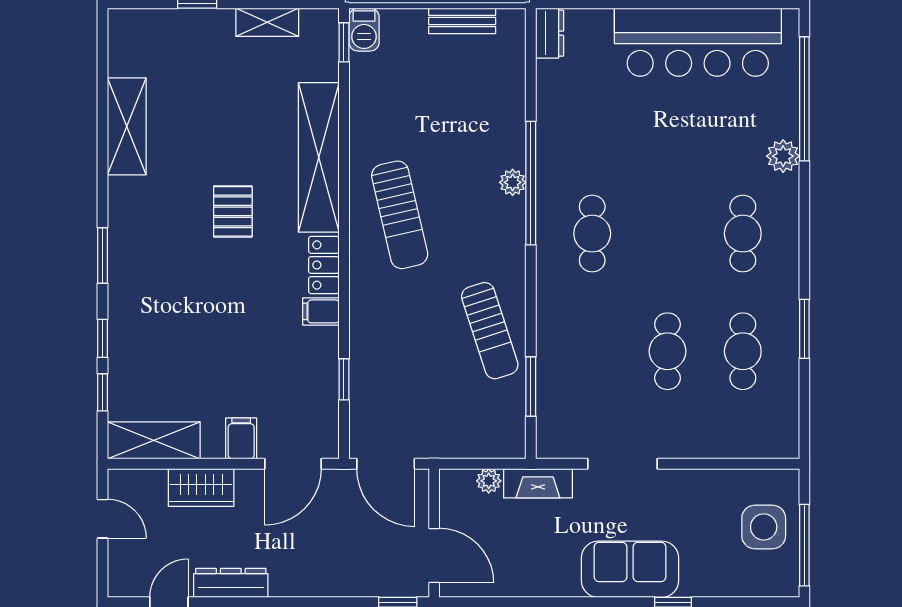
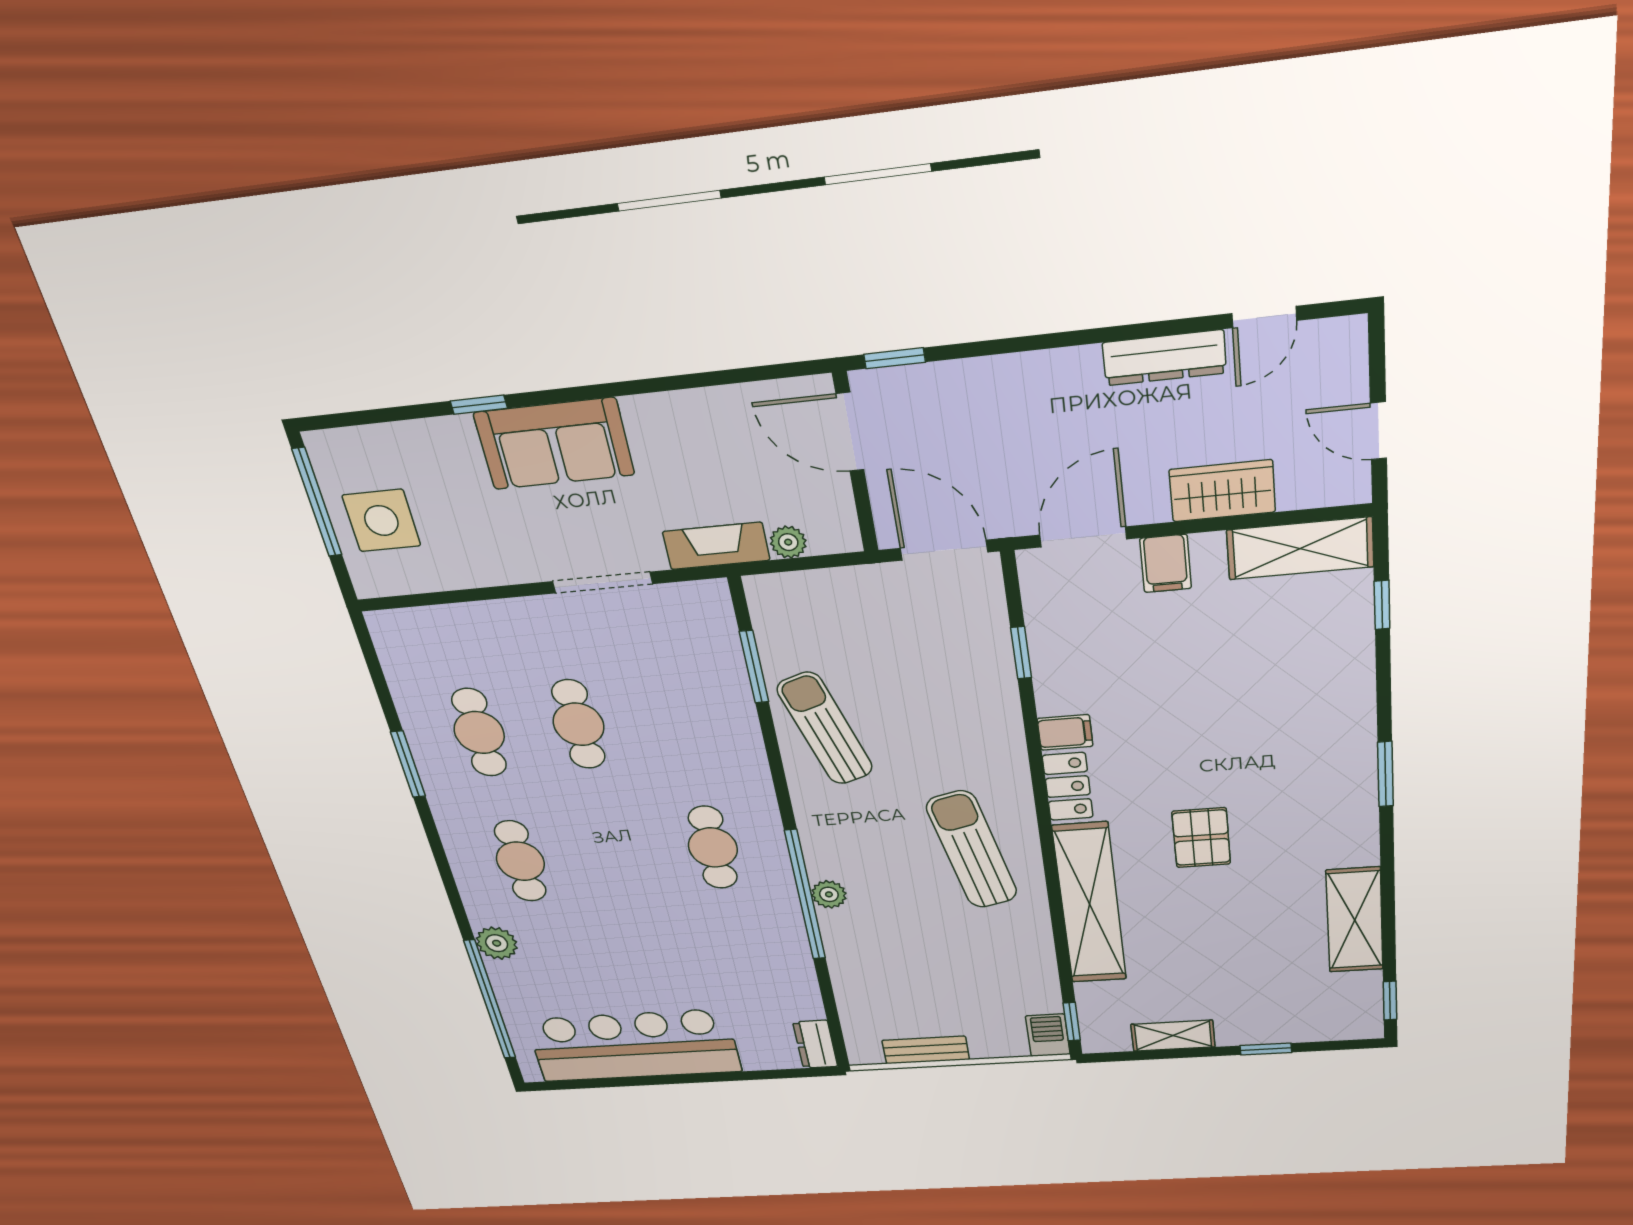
window: (103, 338) -> (1390, 1001), moved

